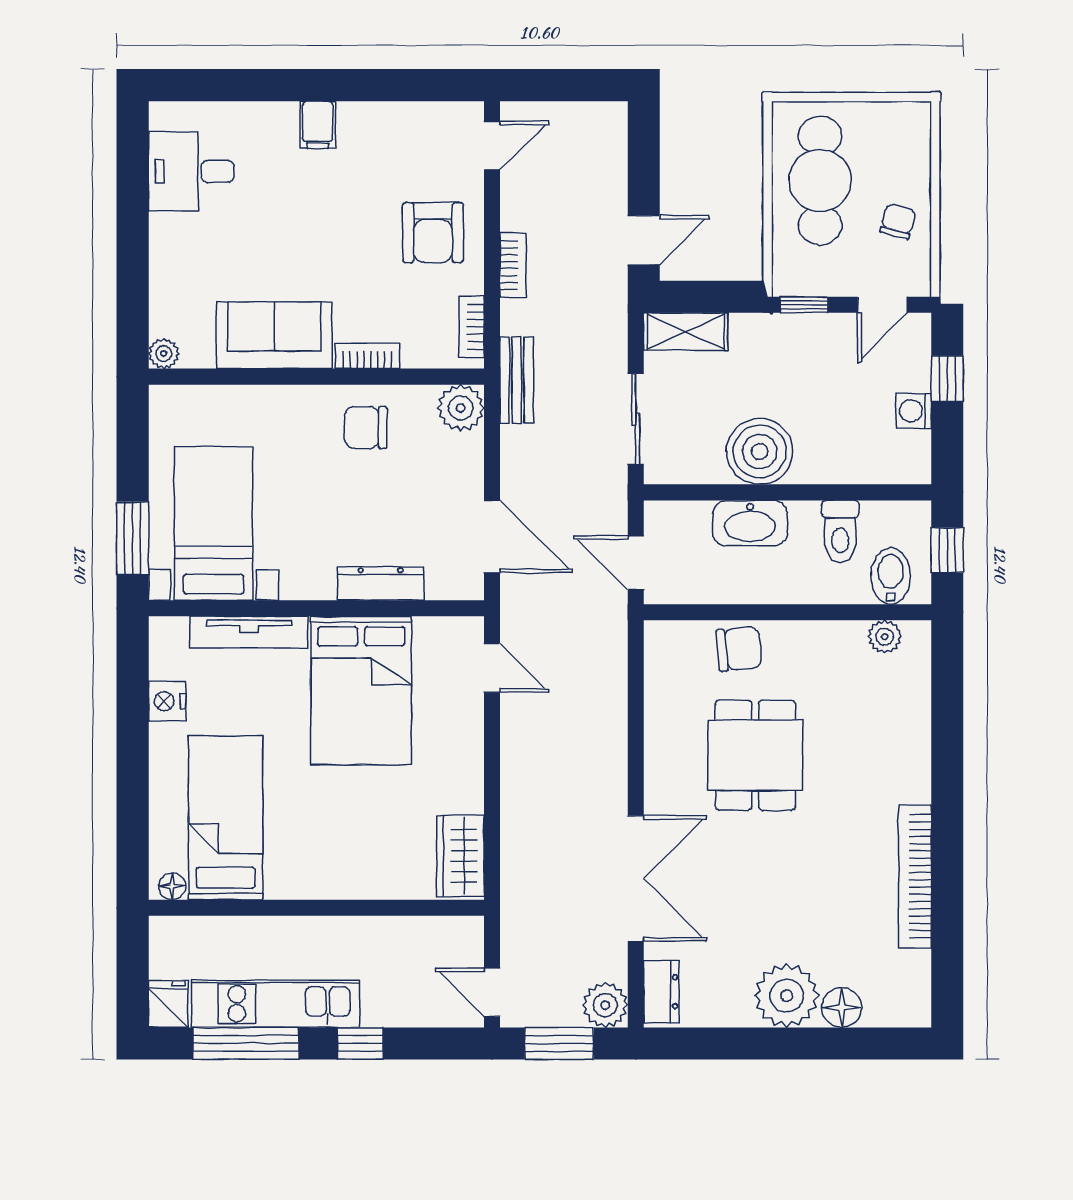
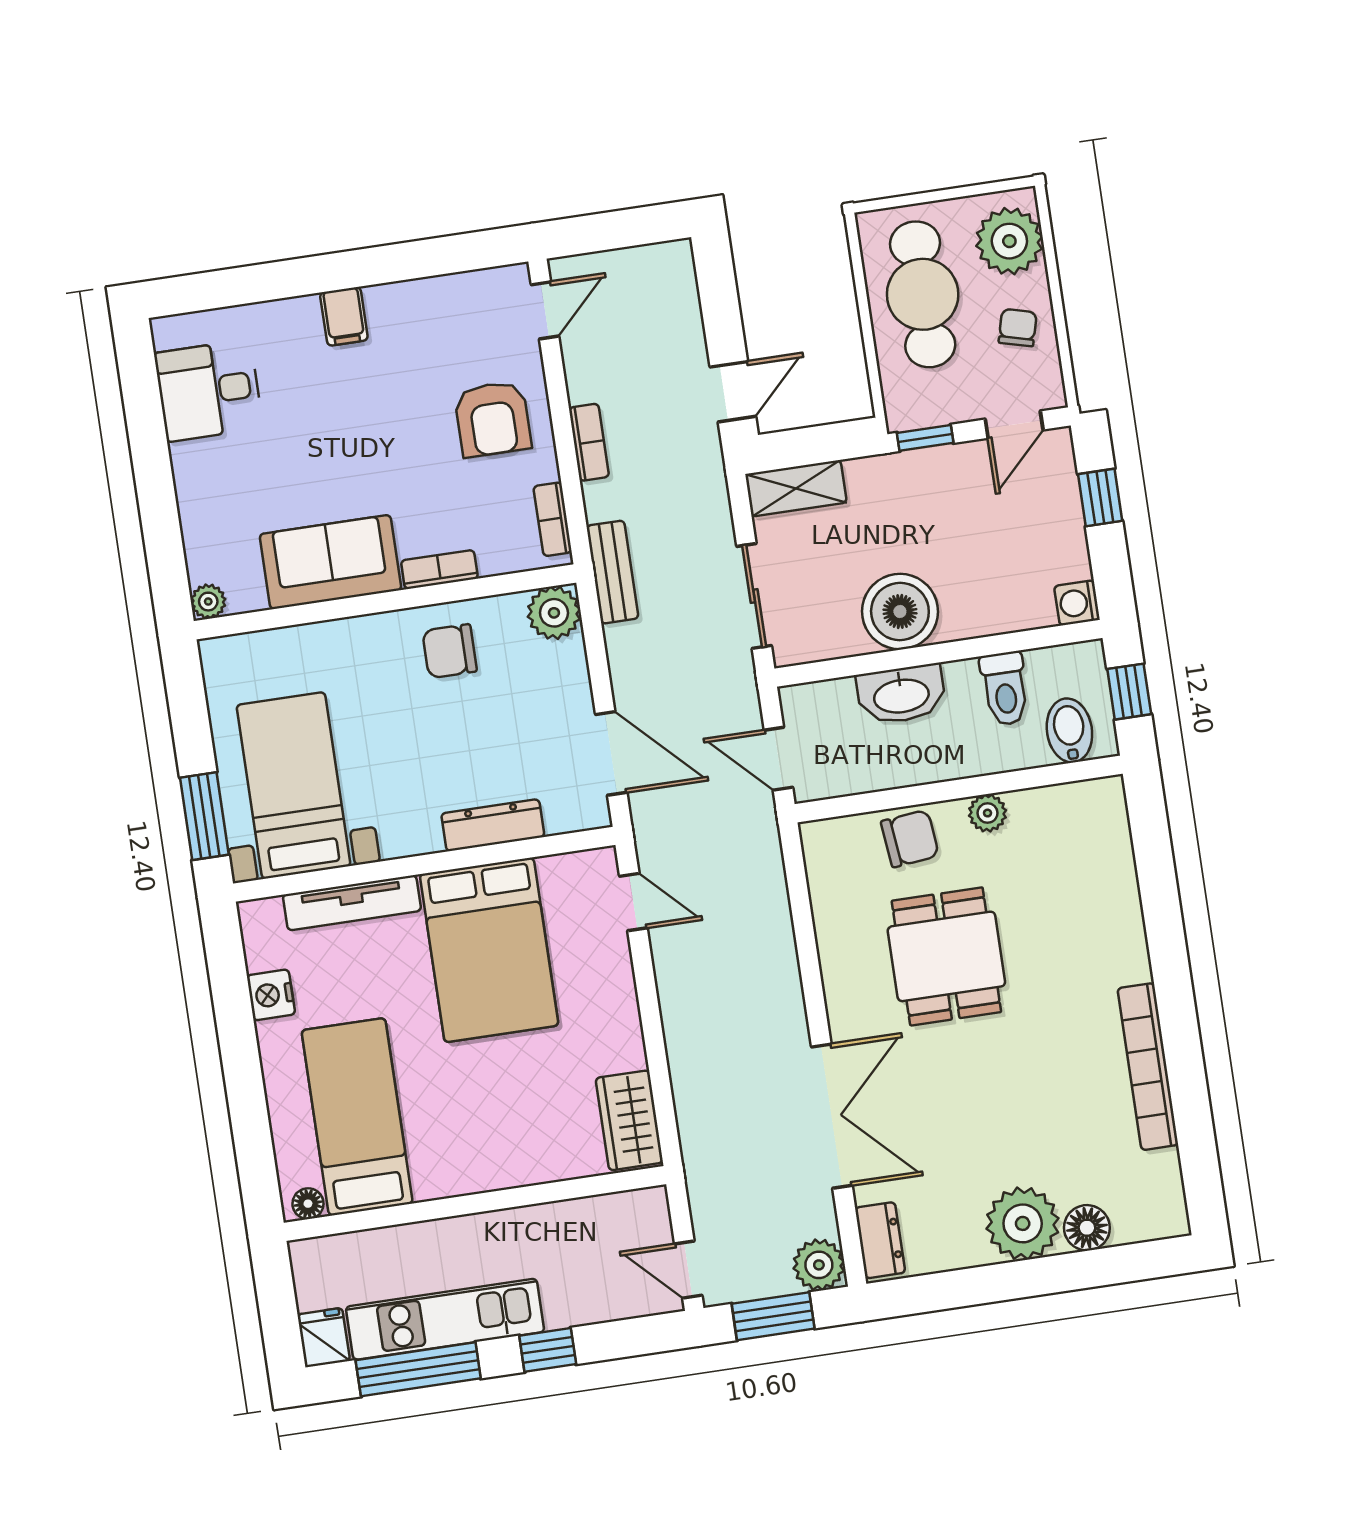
plant: (902, 146) -> (1009, 241), added
washing machine: (914, 411) -> (1077, 603), moved
plant: (885, 637) -> (988, 813), moved

